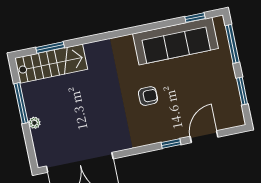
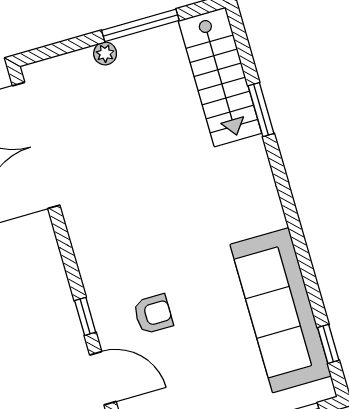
window: (50, 48) -> (261, 110), moved
armchair: (148, 96) -> (153, 314), moved, turned -90

